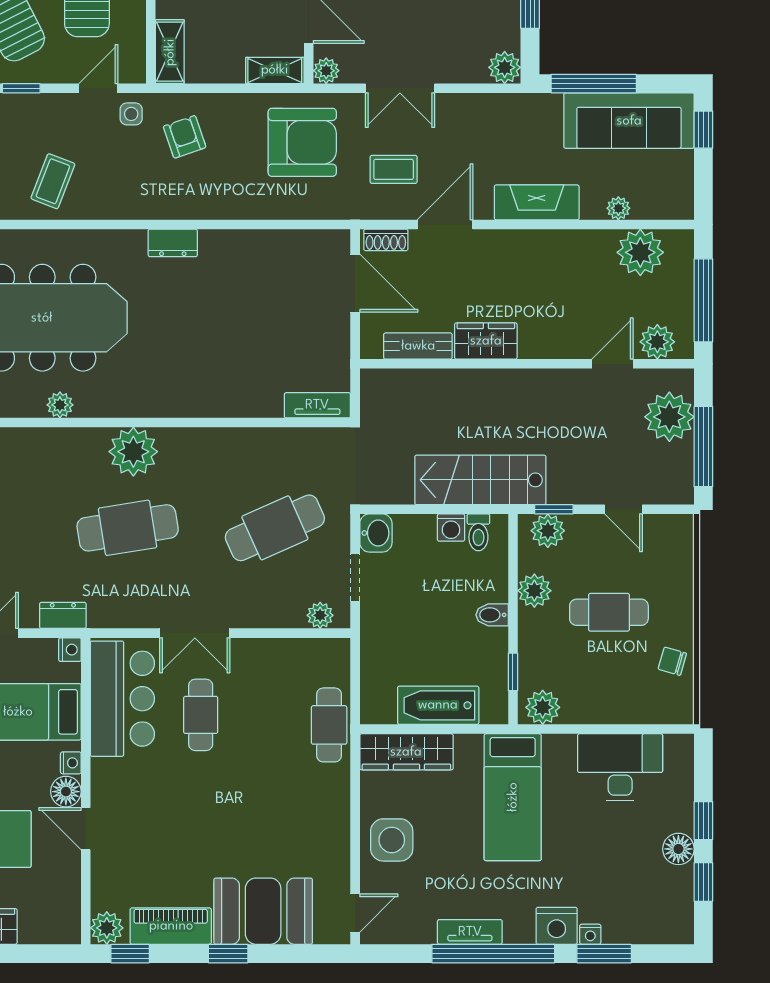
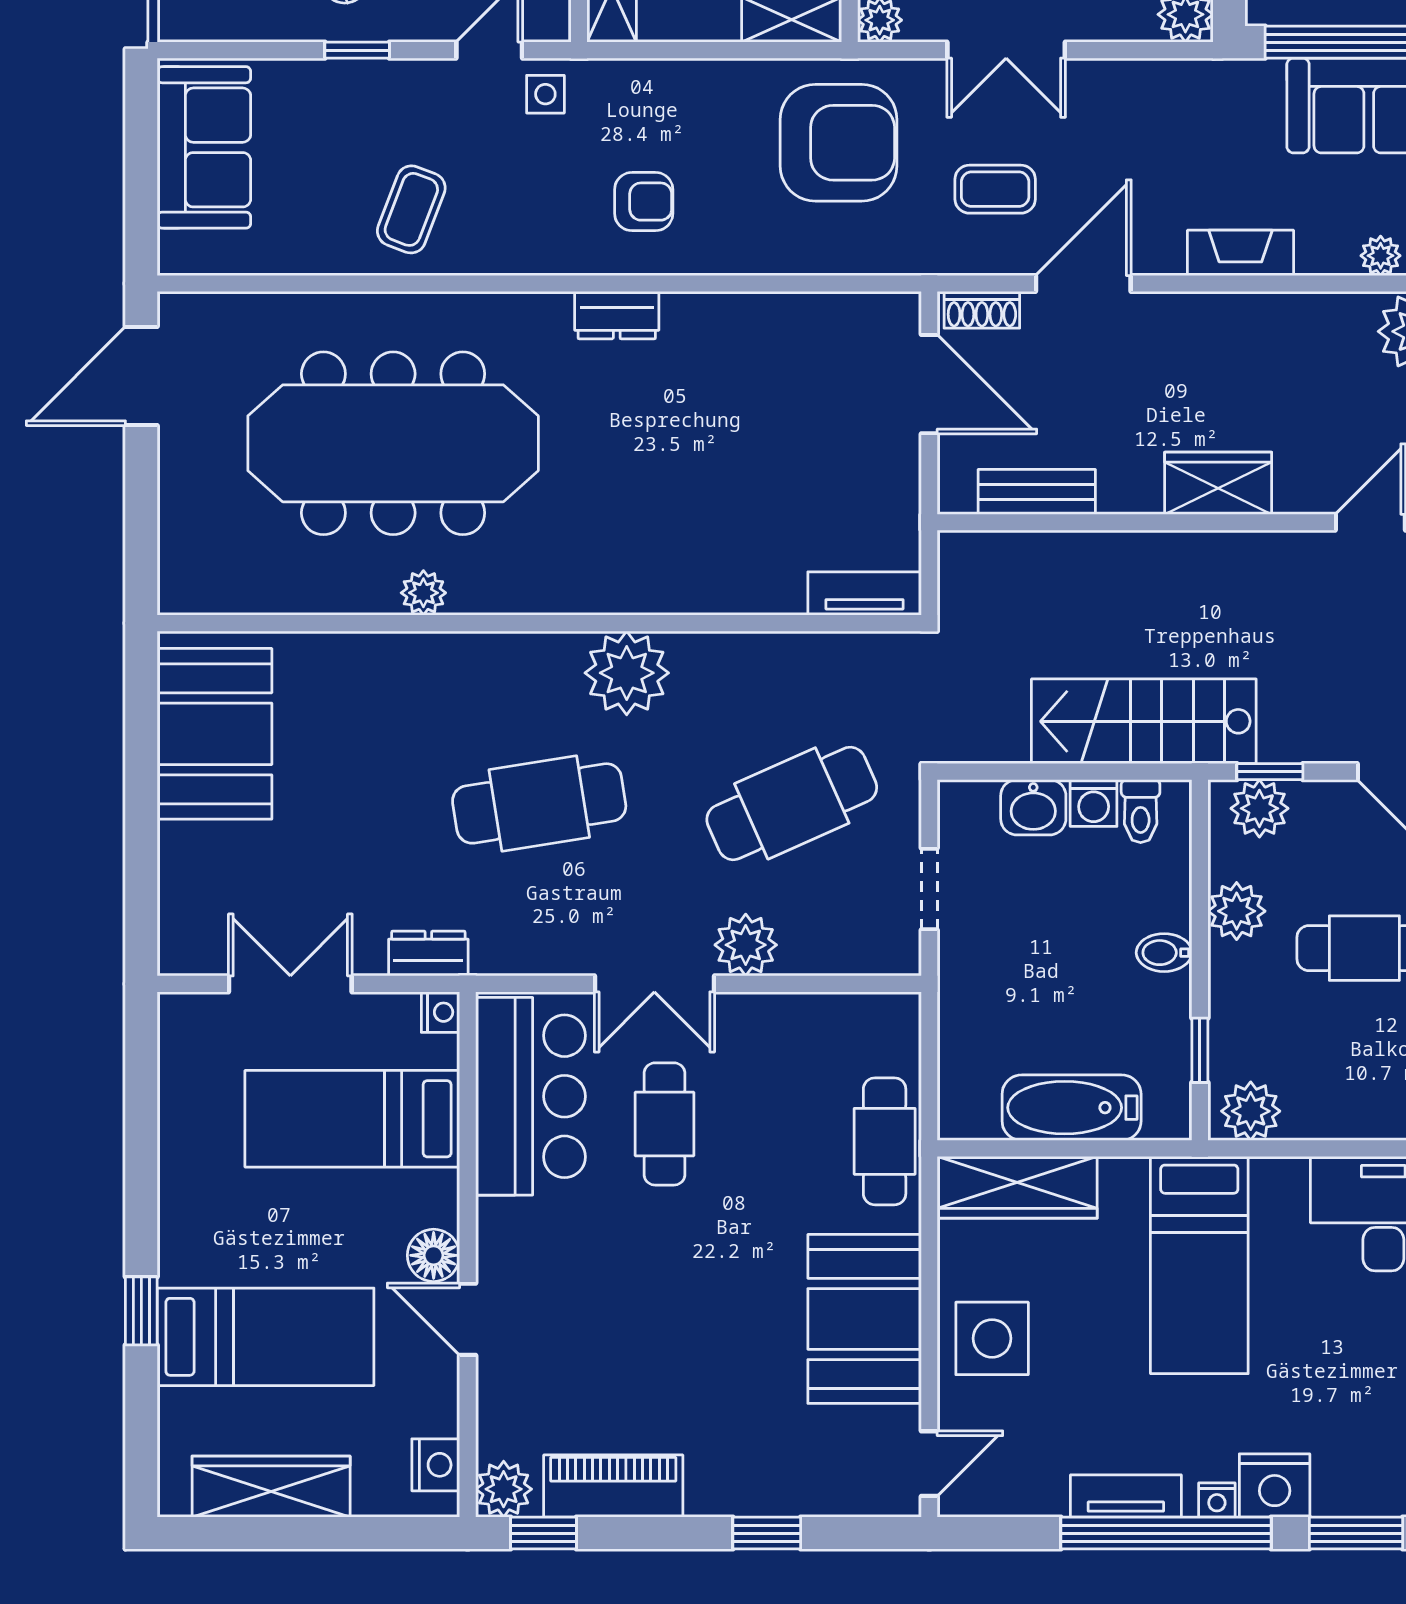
armchair: (185, 137) -> (644, 202), moved, turned 109
fireplace: (537, 202) -> (1240, 253), width x0.73, depth x0.76
wardrobe: (486, 341) -> (1218, 483), moved
plant: (133, 452) -> (627, 673), moved
washbasin: (376, 533) -> (1033, 807), moved, turned 90
plant: (320, 615) -> (746, 945), moved, width x1.38, depth x1.38
nightstand: (71, 763) -> (436, 1465), moved, width x1.39, depth x1.35
booth: (263, 911) -> (865, 1319), moved, turned 90
nightstand: (590, 934) -> (1217, 1500), moved
window: (228, 954) -> (767, 1533), moved

